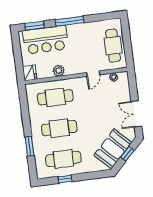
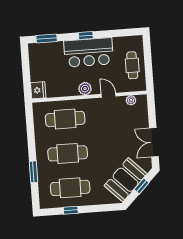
window: (70, 21) -> (86, 36), width x0.46
bar counter: (45, 40) -> (89, 52), moved
cafe table: (113, 46) -> (132, 65), width x0.73, depth x0.74
plant: (59, 71) -> (85, 89), moved
door: (93, 74) -> (109, 95), swing flipped

